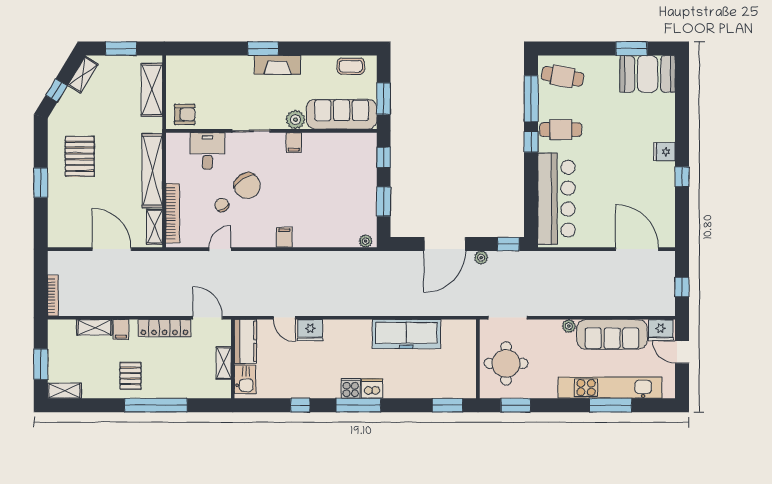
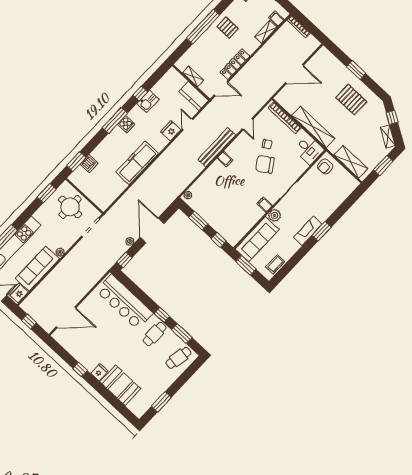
booth: (648, 74) -> (120, 385), moved, turned 90
window: (531, 99) -> (182, 334), width x0.69
desk: (207, 151) -> (309, 150), moved
shelving: (155, 227) -> (286, 104), removed
bench: (279, 259) -> (217, 147), added
door: (284, 318) -> (188, 124), hinge flipped
filing cabinet: (121, 330) -> (276, 19), moved
freezer: (406, 334) -> (137, 163), moved
kitchen sink: (245, 379) -> (148, 101), moved, turned -90
dishwasher: (372, 388) -> (89, 164), moved

